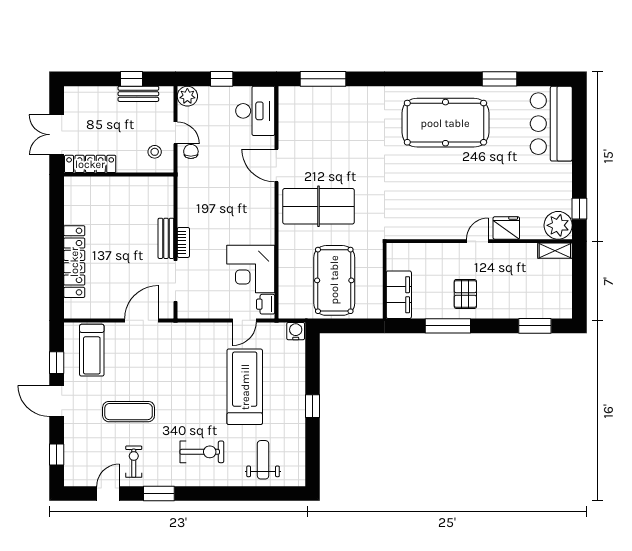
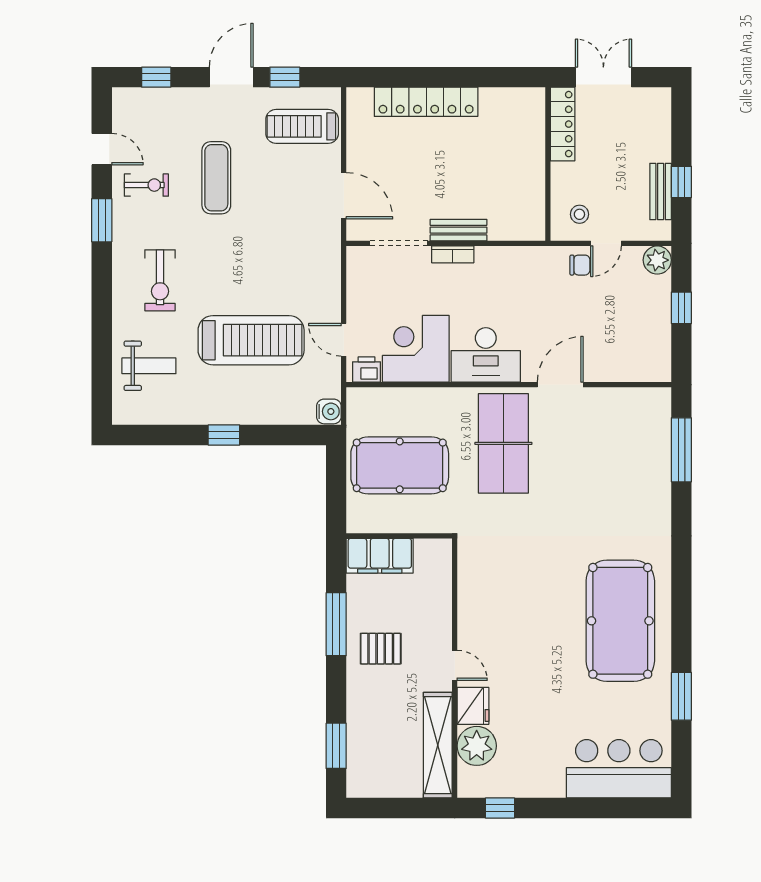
desk: (255, 111) -> (486, 355), moved
plant: (558, 225) -> (477, 746), moved
shelving: (555, 251) -> (438, 745), width x2.20, depth x1.33

